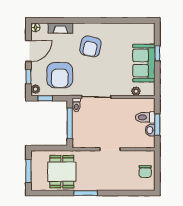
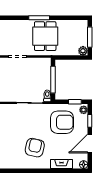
armchair: (60, 75) -> (62, 122), turned 90
plant: (36, 156) -> (83, 51), added
dining table: (62, 172) -> (45, 36), moved

